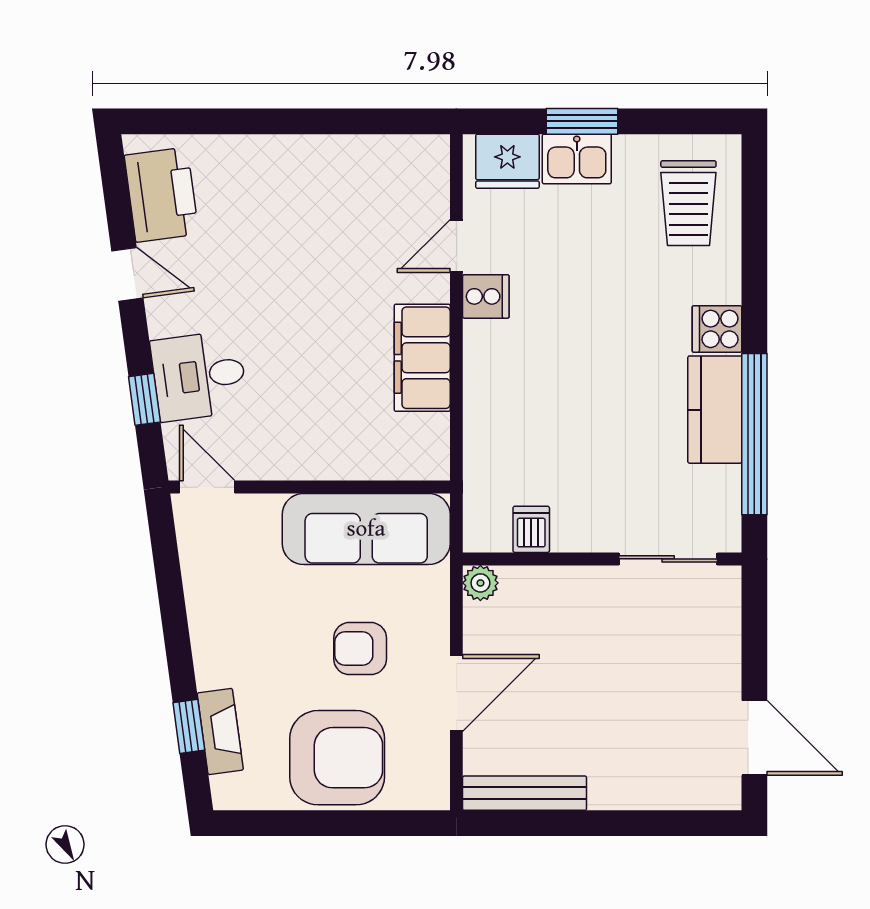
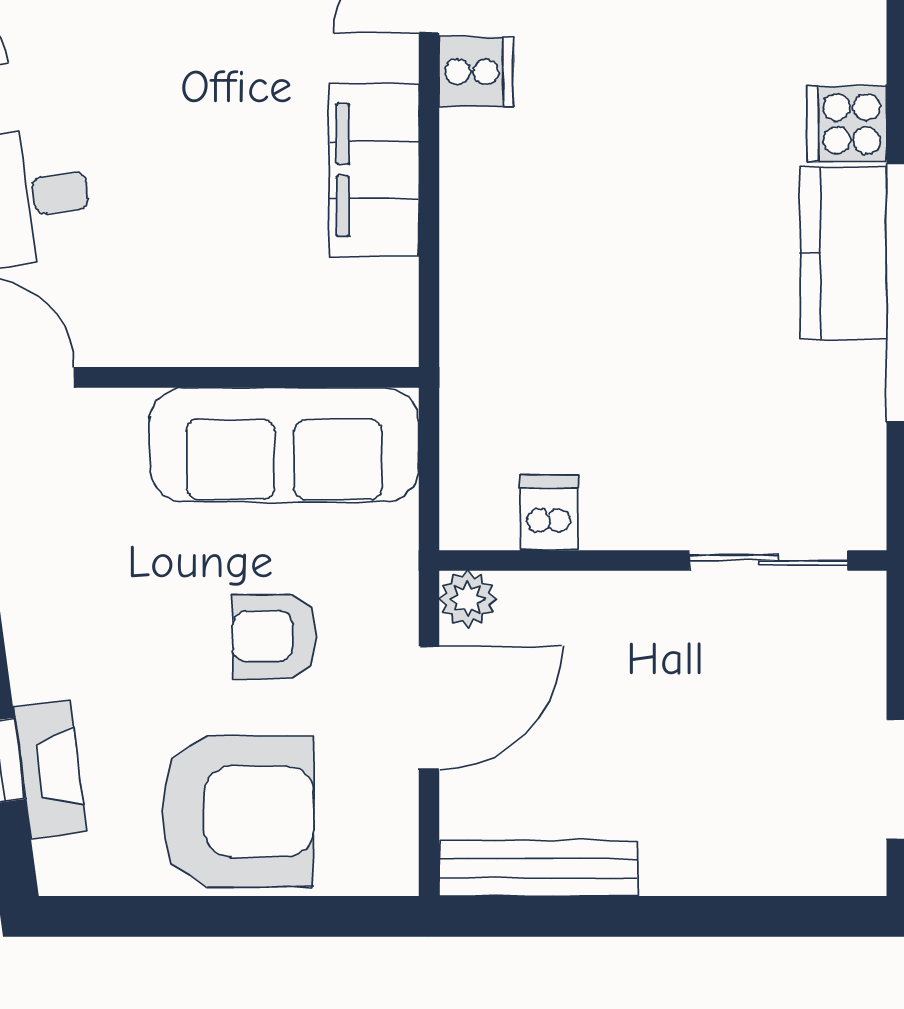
dishwasher: (531, 529) -> (549, 513), moved
wall: (602, 559) -> (663, 560), moved
sliding door: (668, 559) -> (769, 560), moved
plant: (480, 583) -> (467, 599), moved

